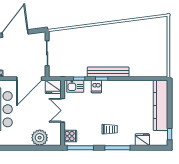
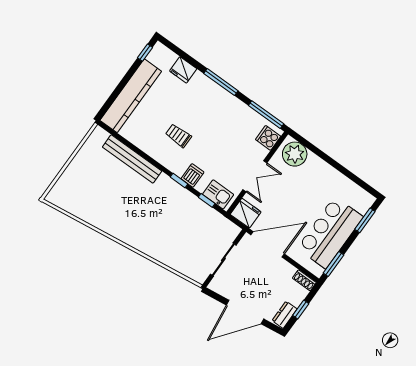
bench: (108, 72) -> (132, 159), moved
trolley: (110, 129) -> (178, 136), moved
plant: (40, 138) -> (295, 154), moved

